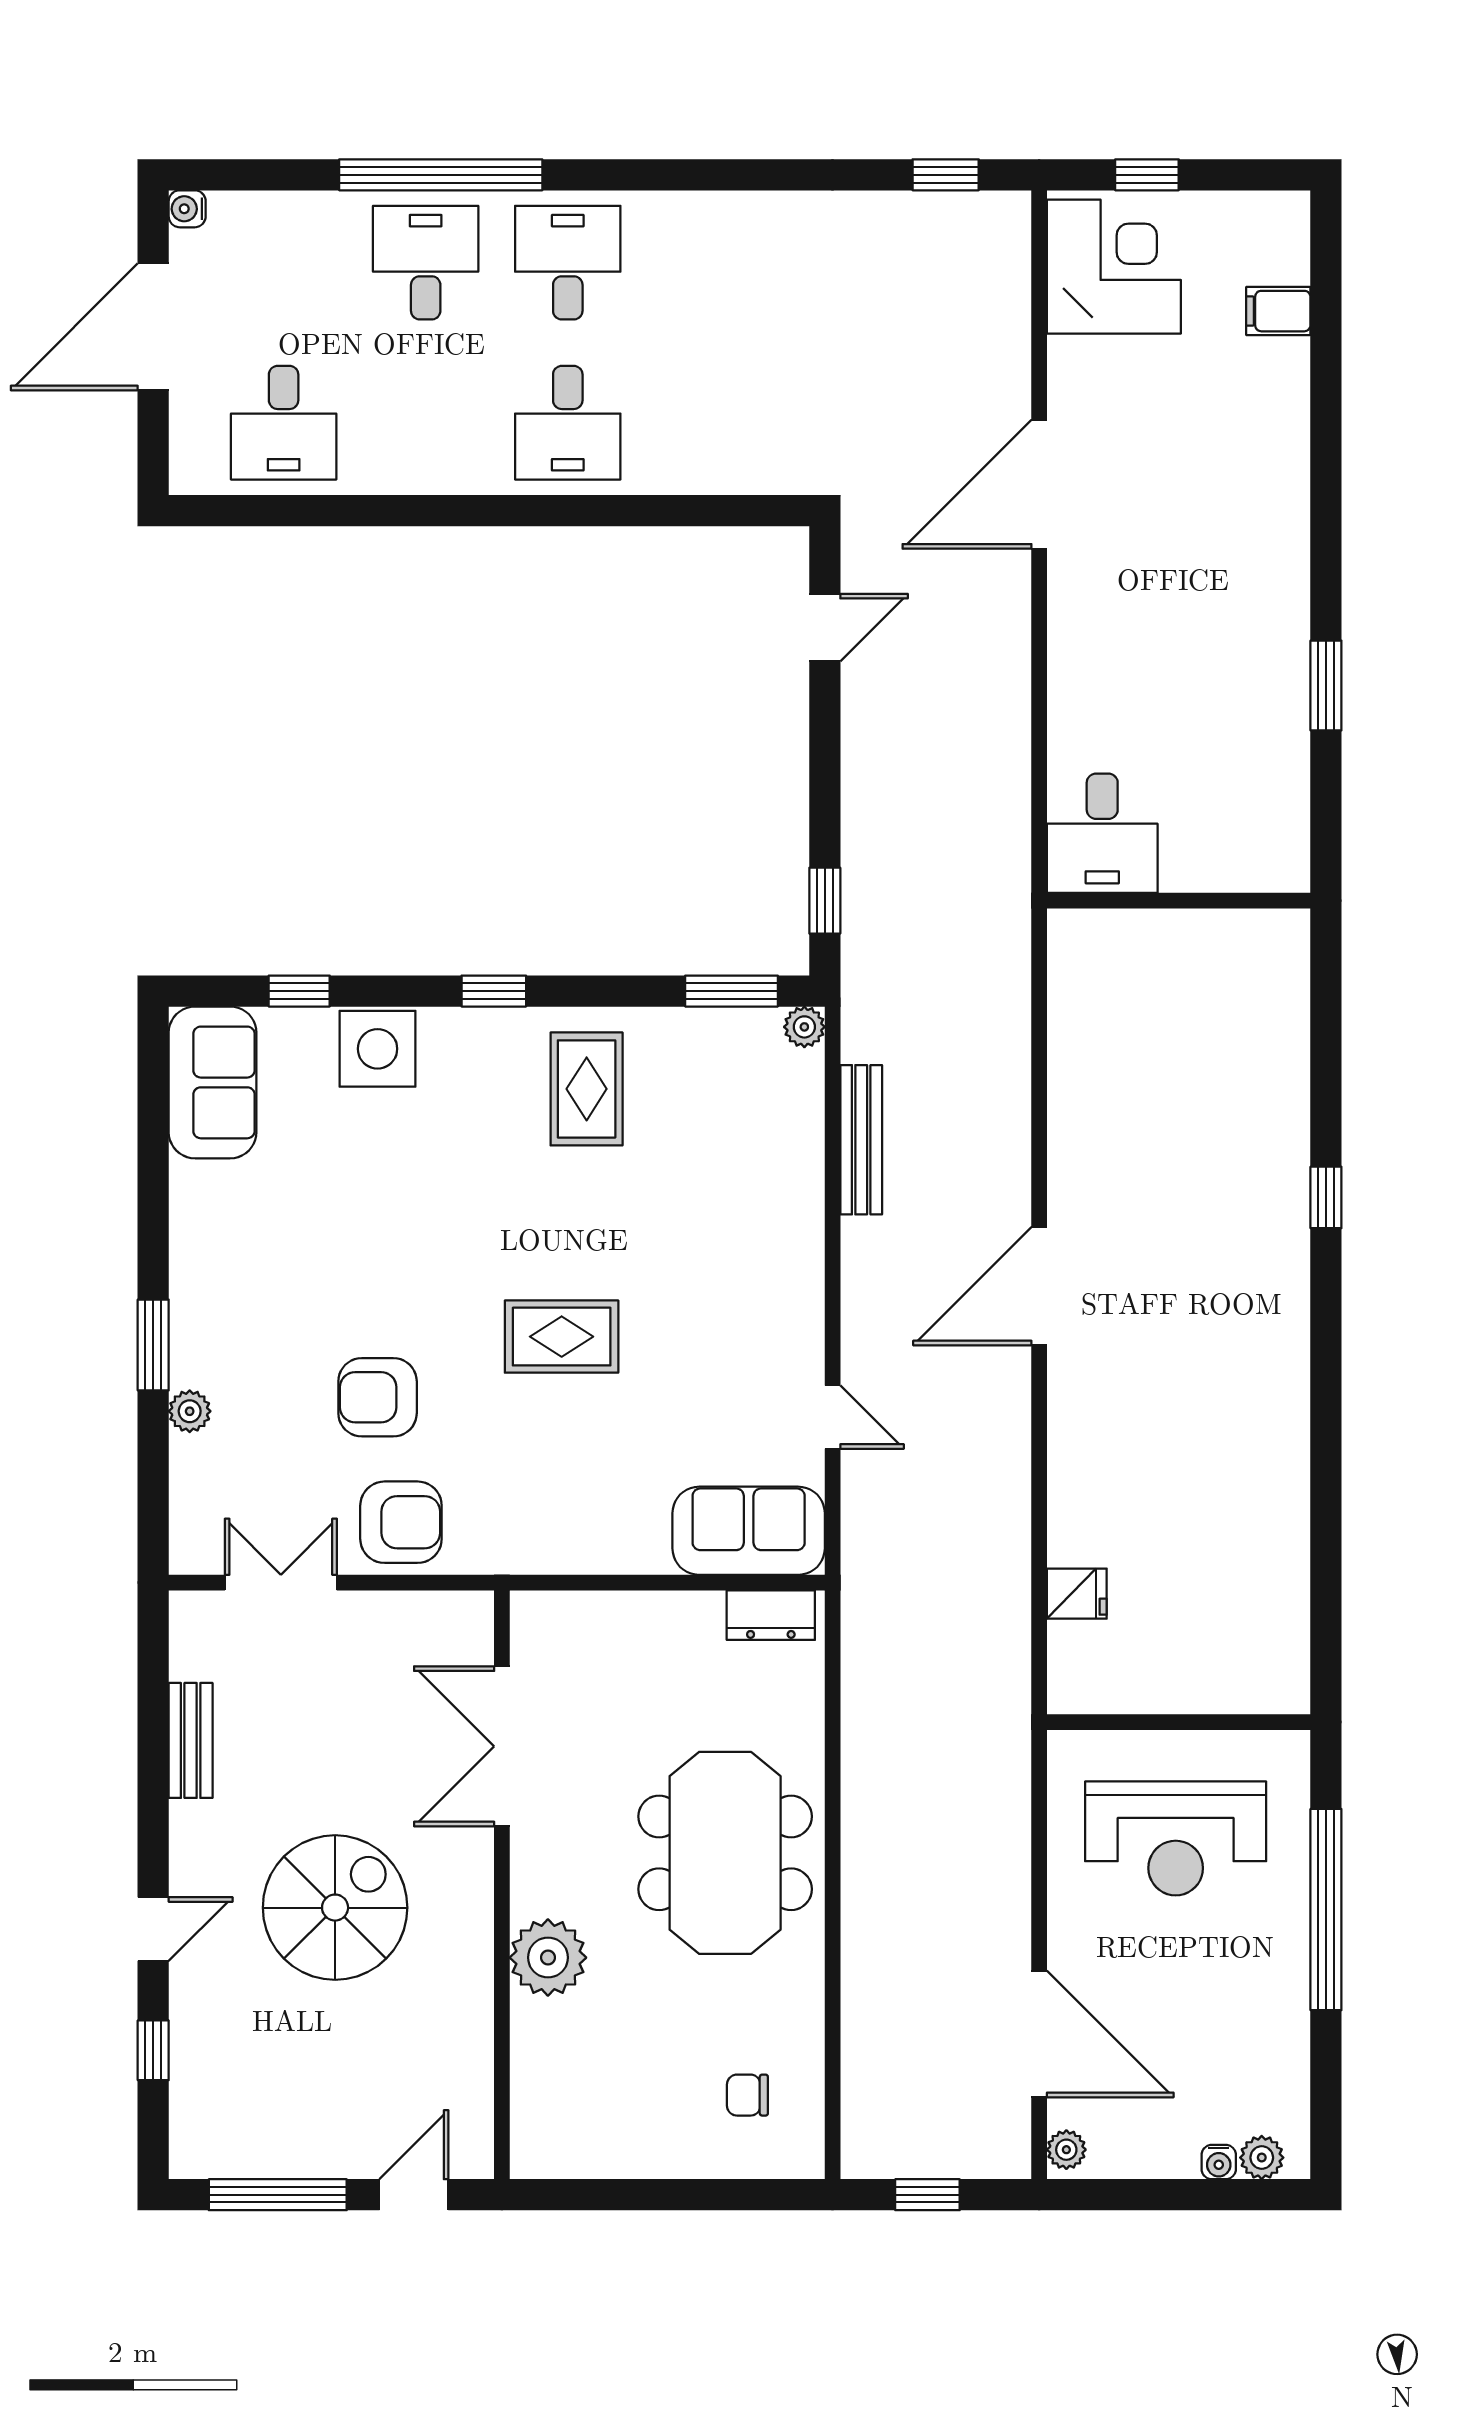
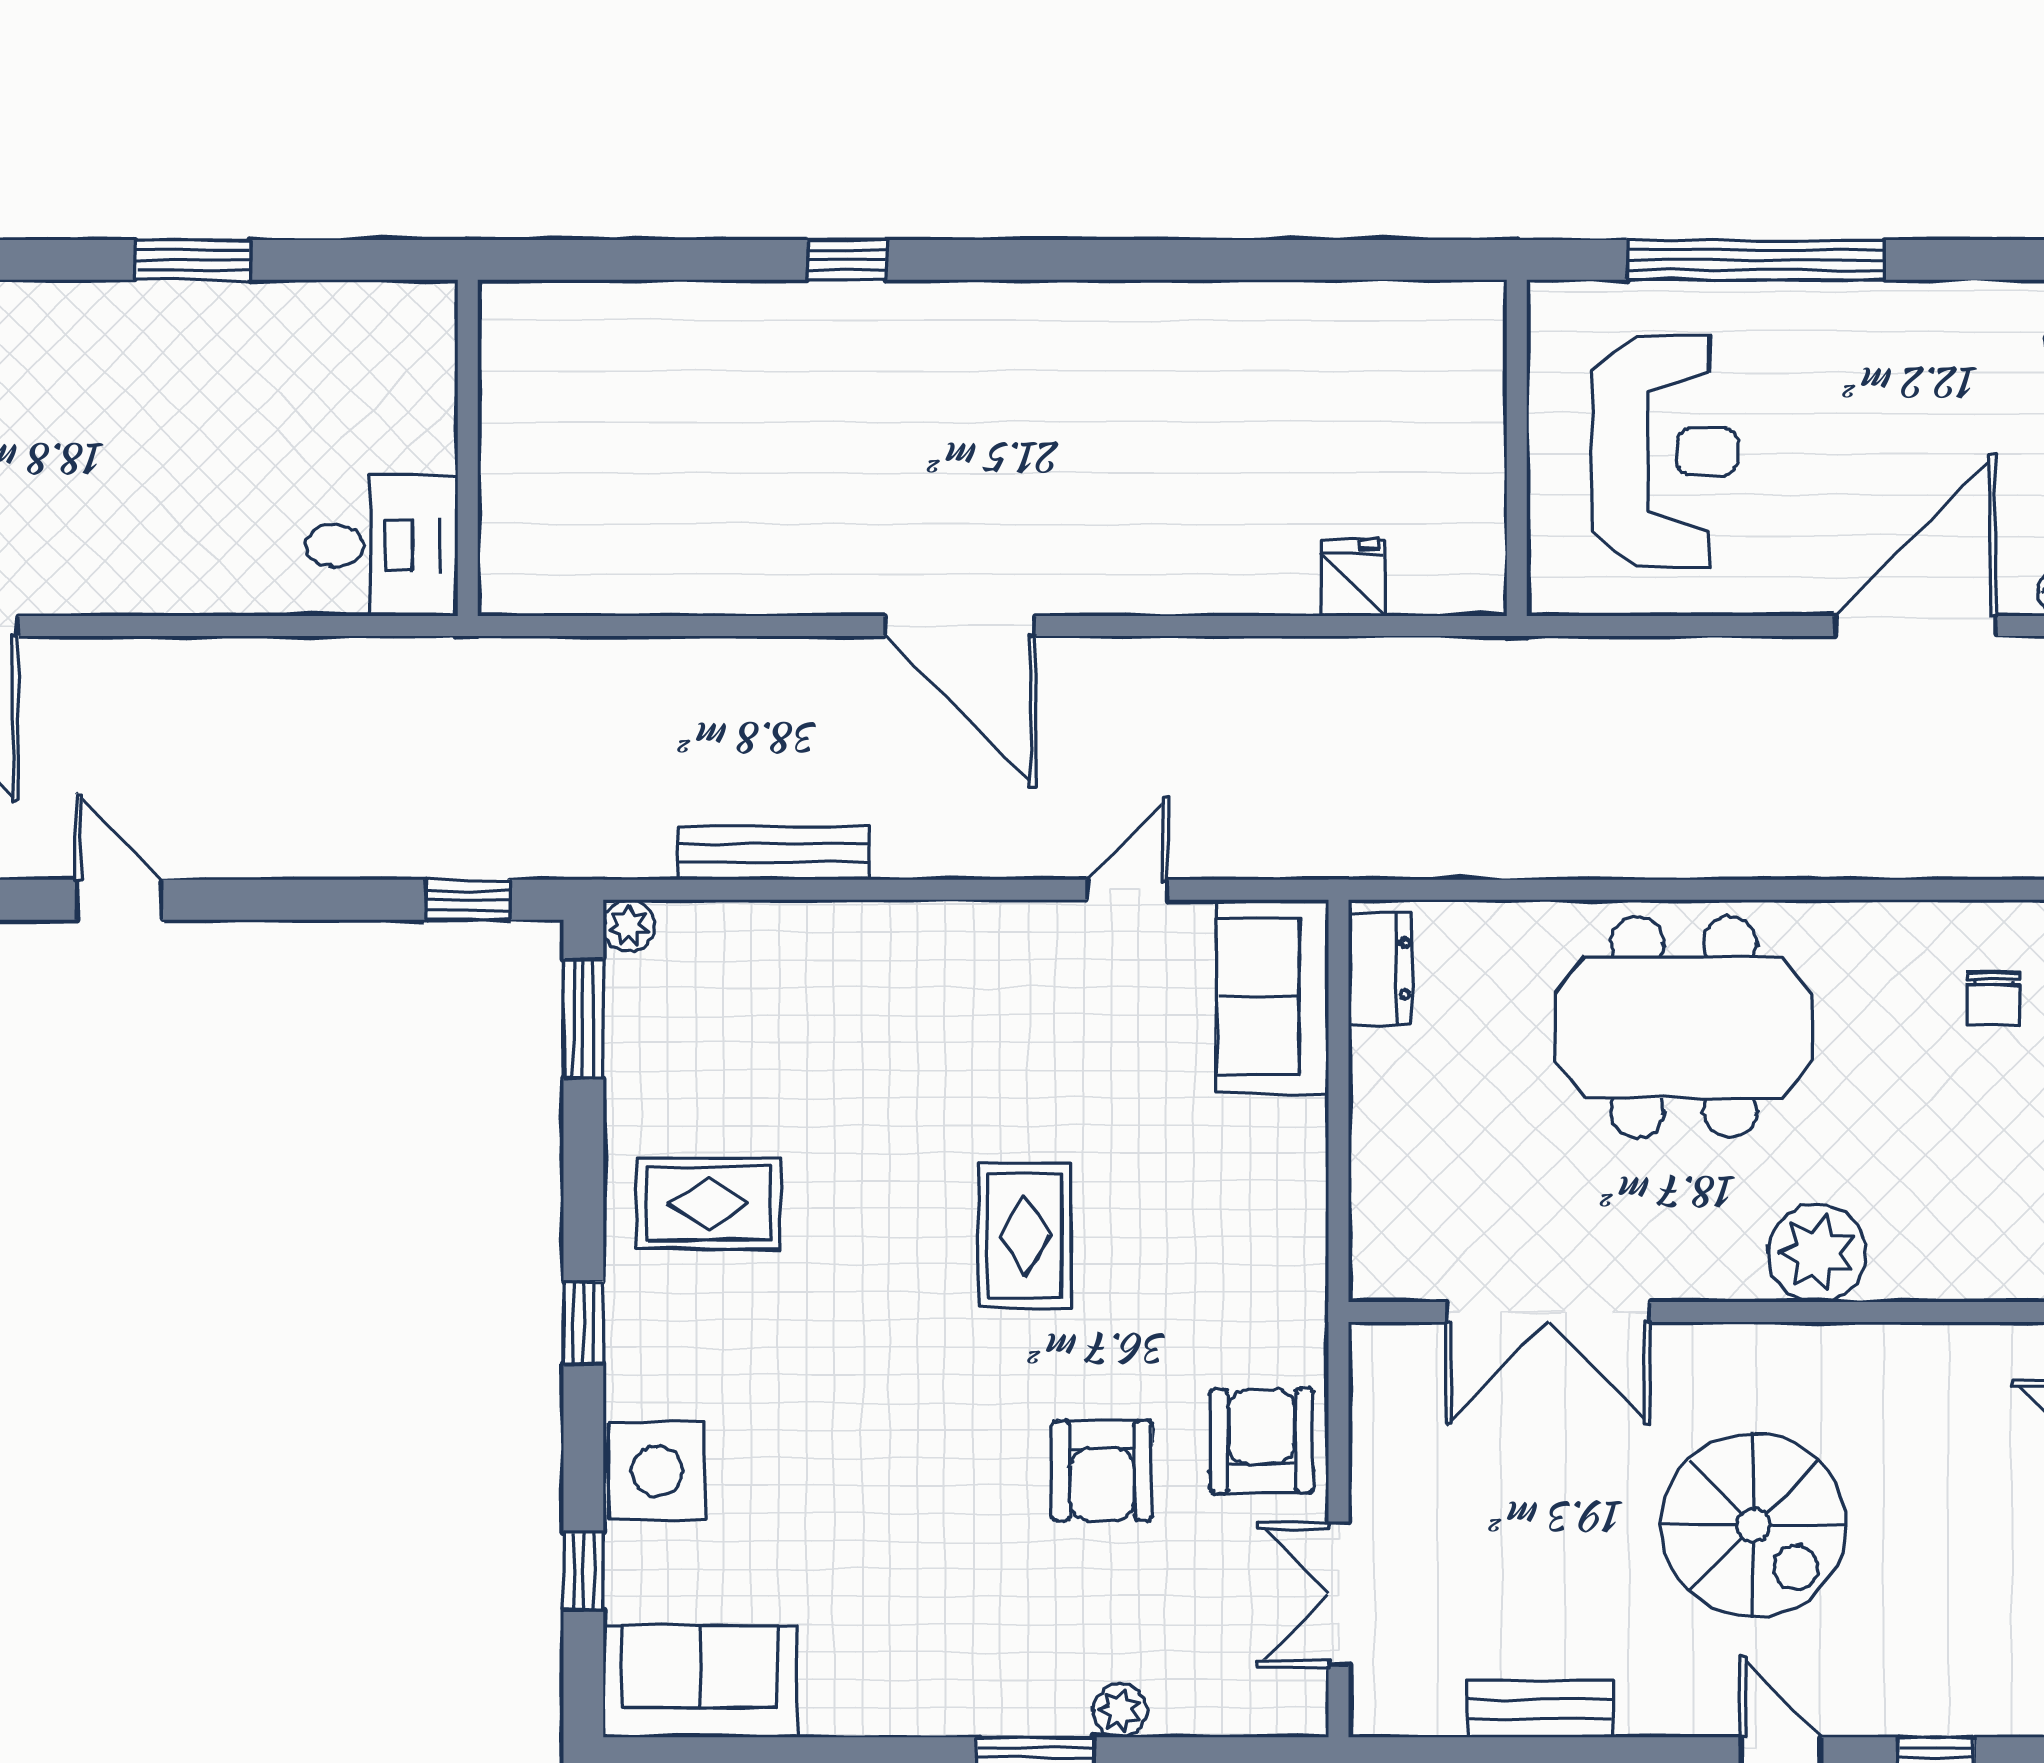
spiral stairs: (335, 1908) -> (1754, 1525), turned 180

